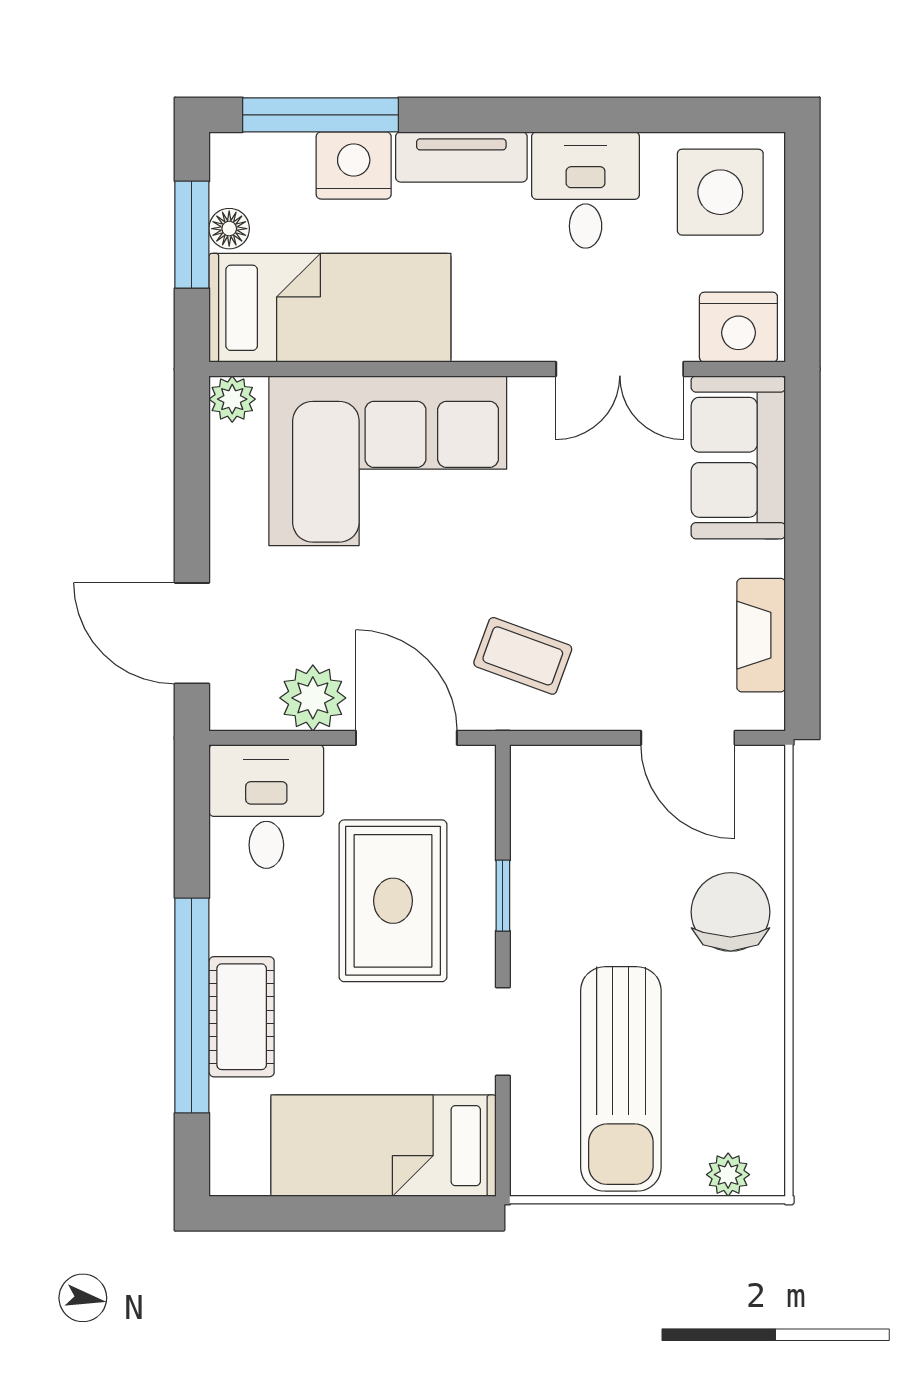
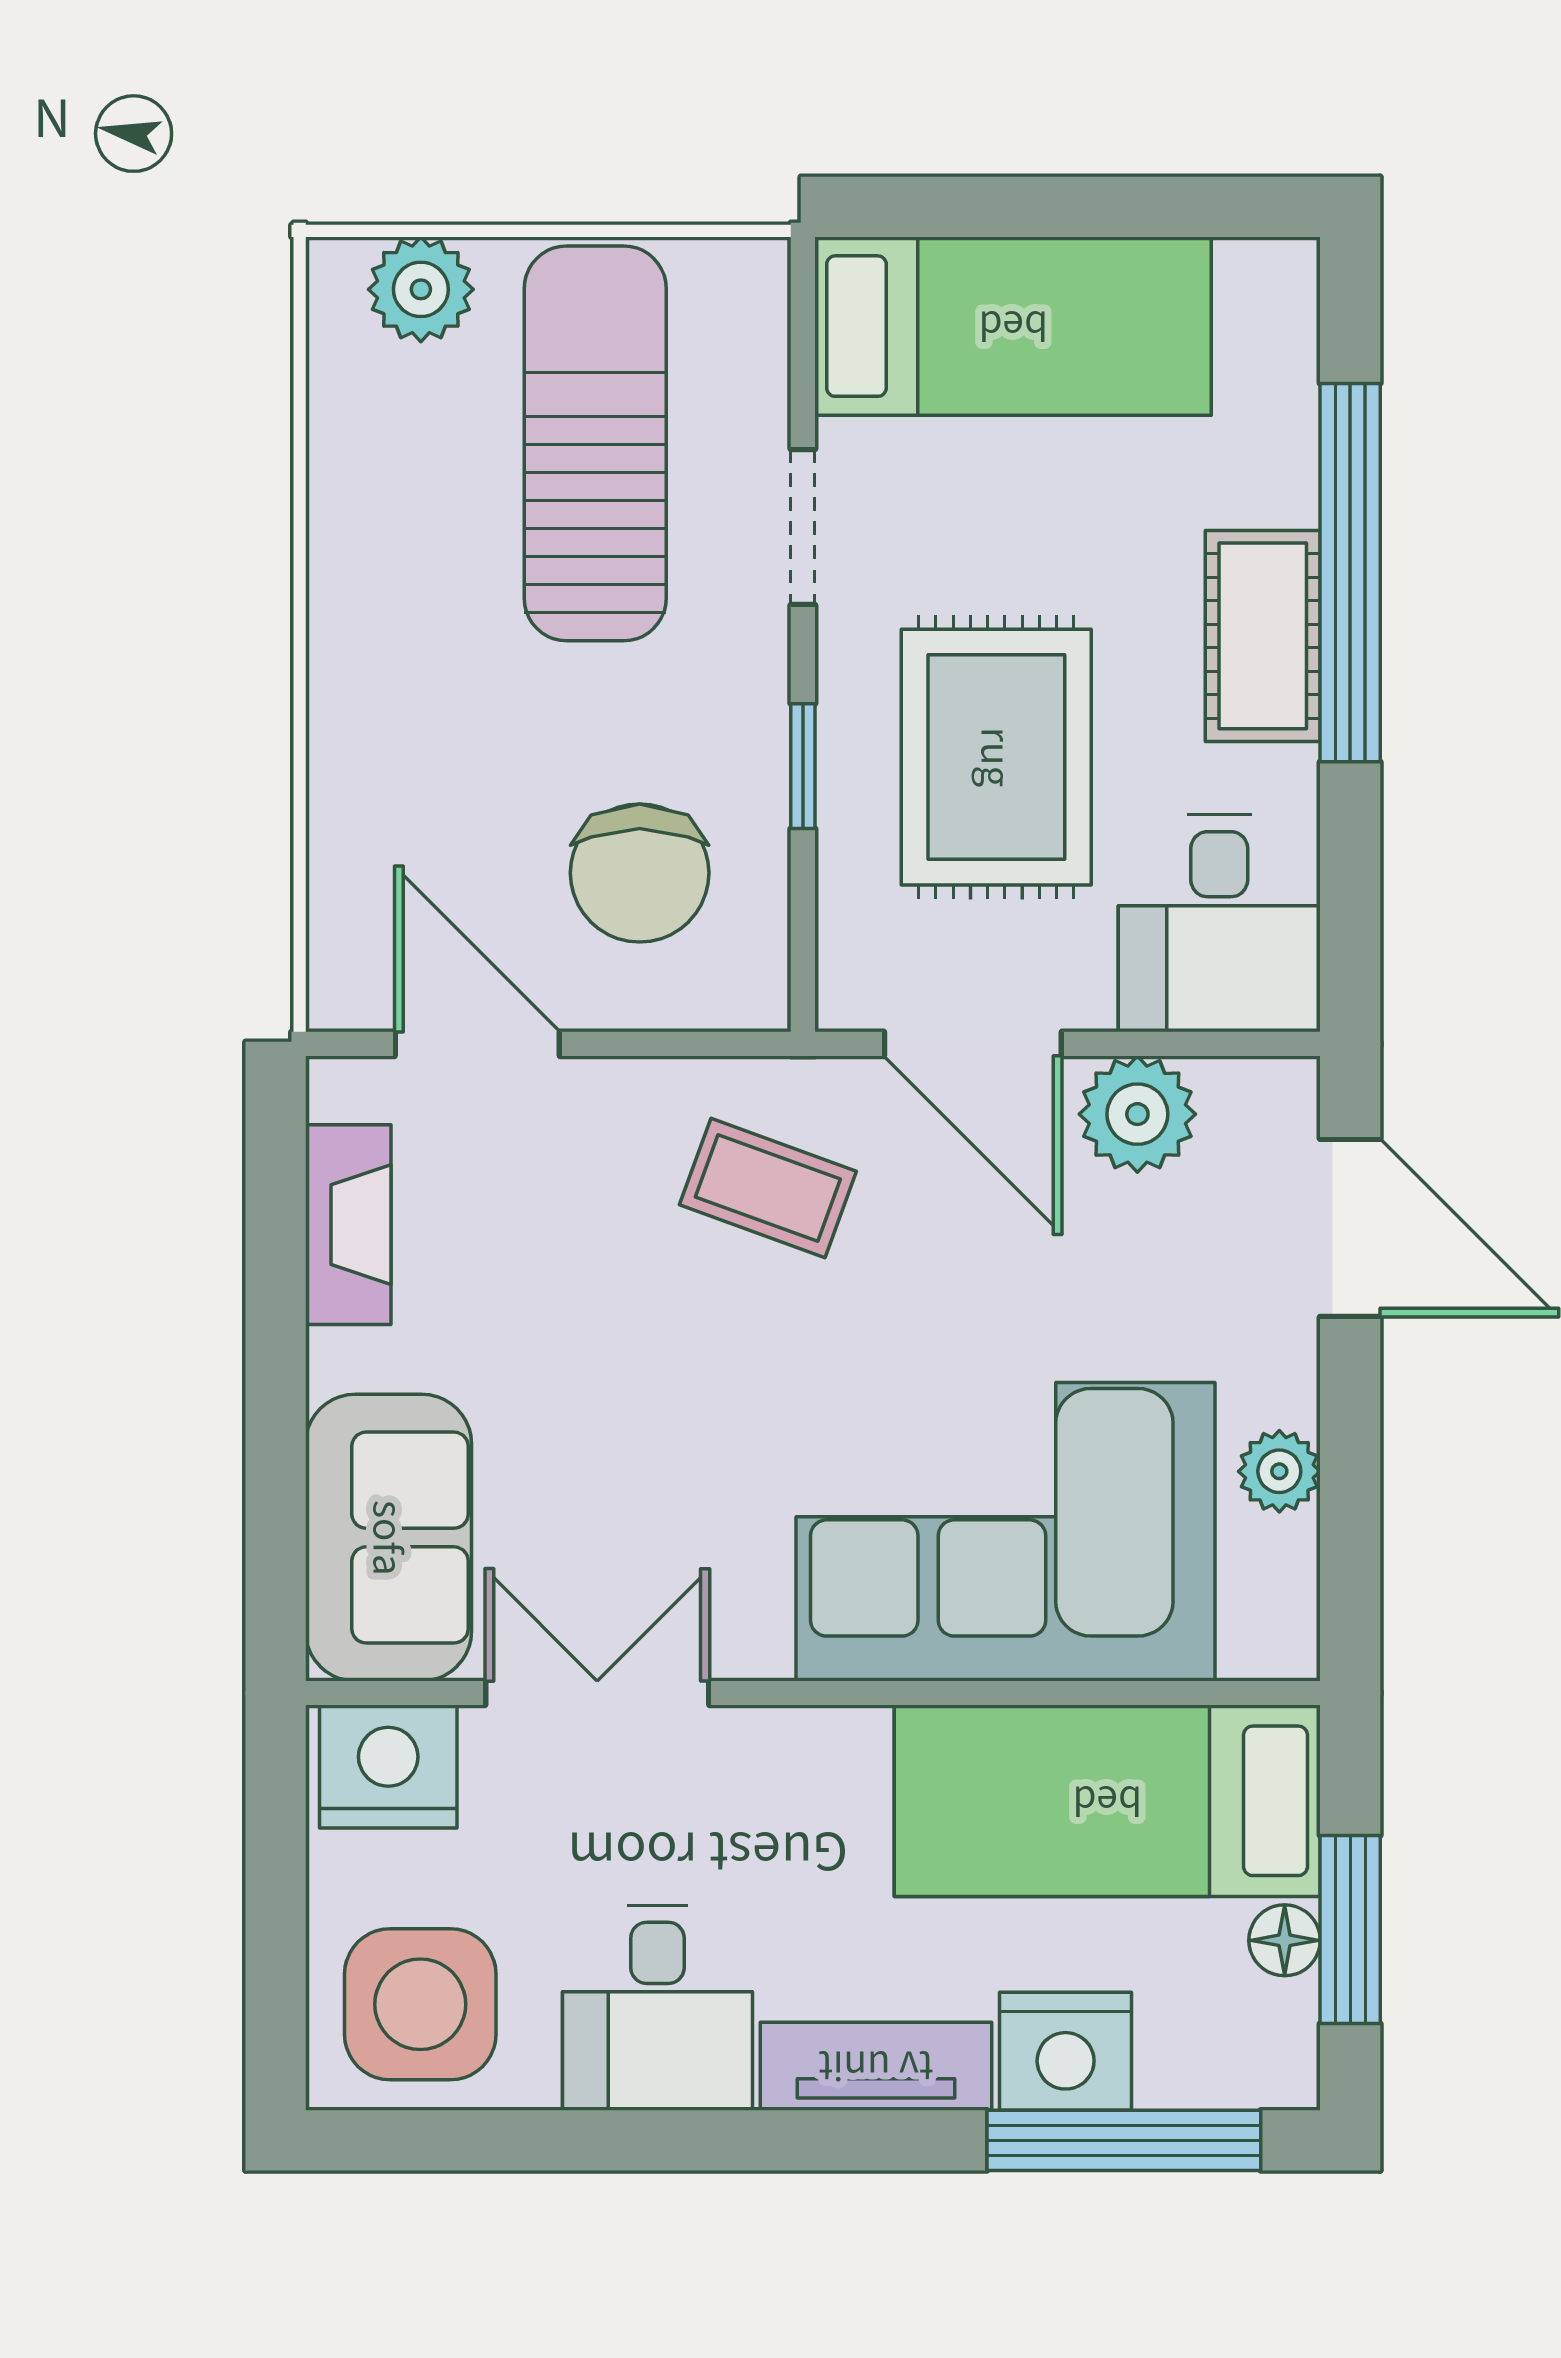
plant: (232, 399) -> (1279, 1471), moved
chair: (731, 912) -> (640, 873), moved
cot: (242, 1017) -> (1263, 636), moved
plant: (728, 1175) -> (421, 289), width x1.38, depth x1.38

